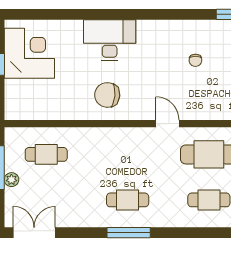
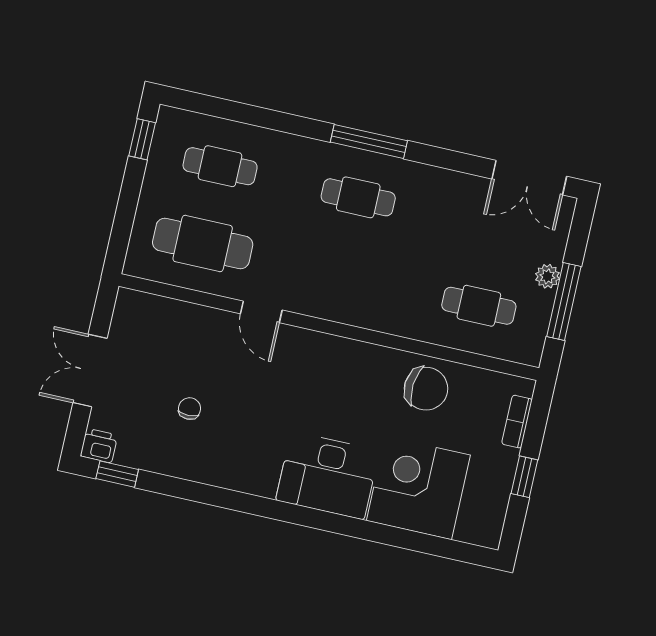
corner desk: (29, 53) -> (418, 488), moved, turned 90
bookcase: (10, 94) -> (517, 422), added
chair: (107, 95) -> (426, 389), moved

